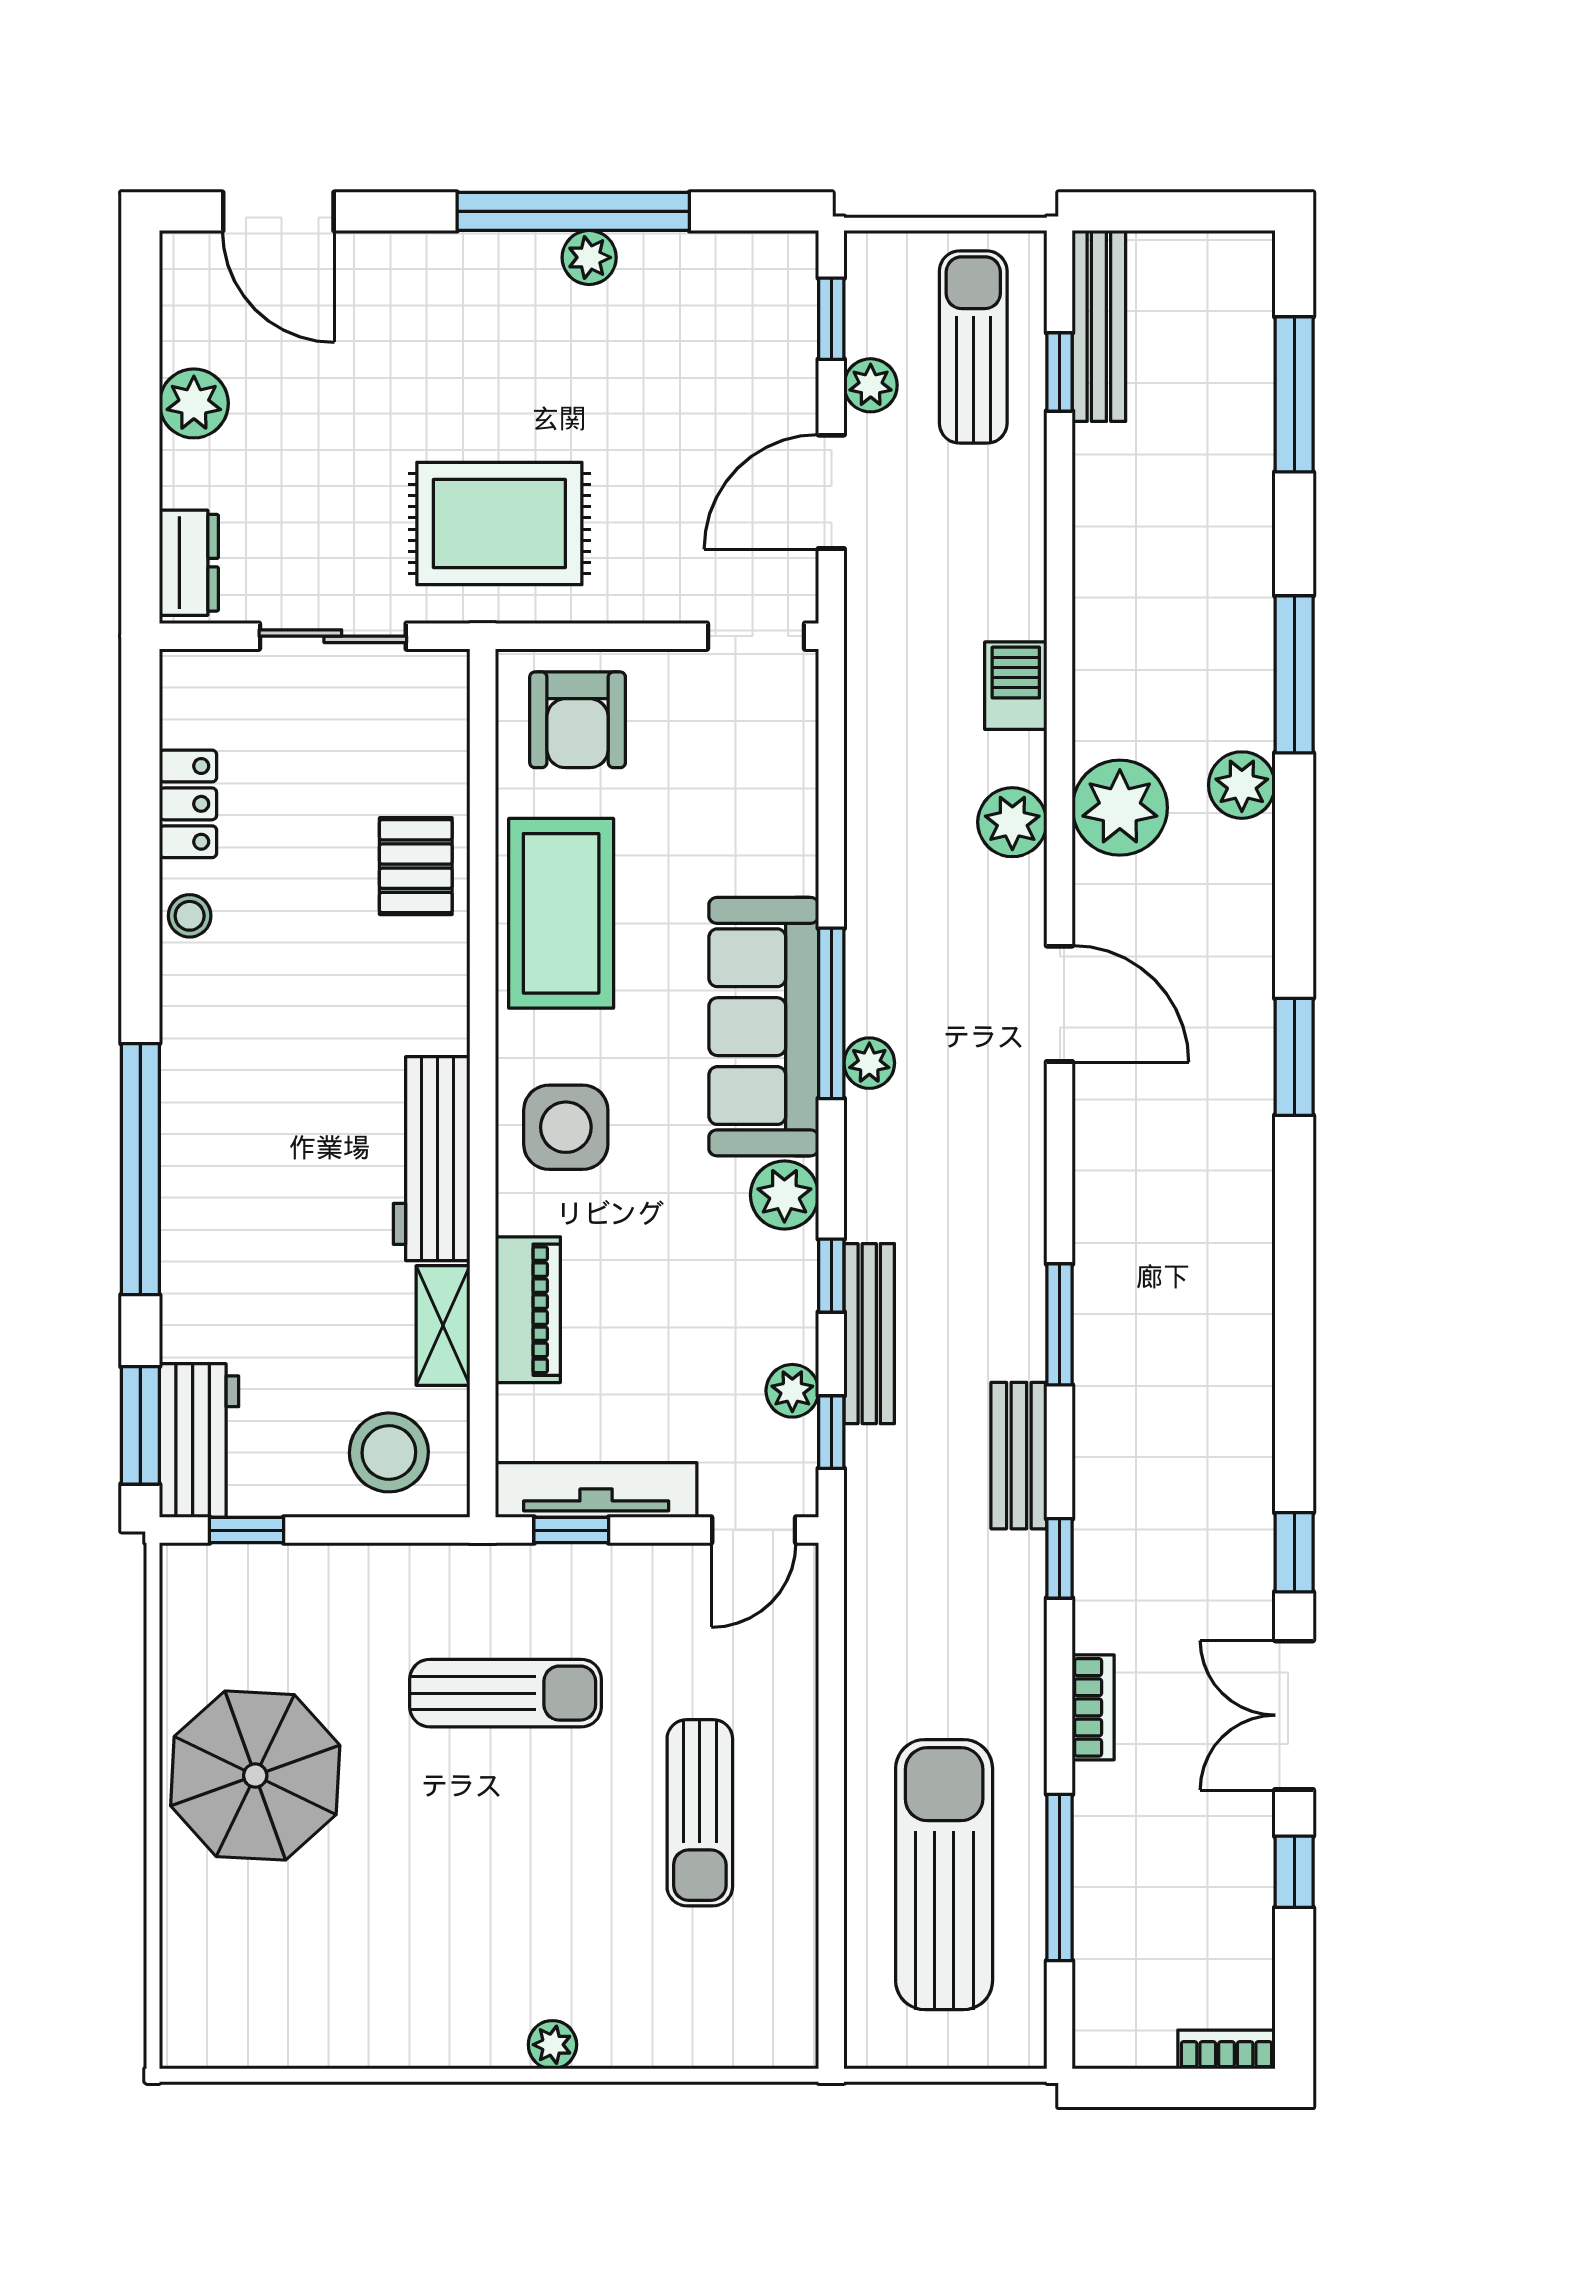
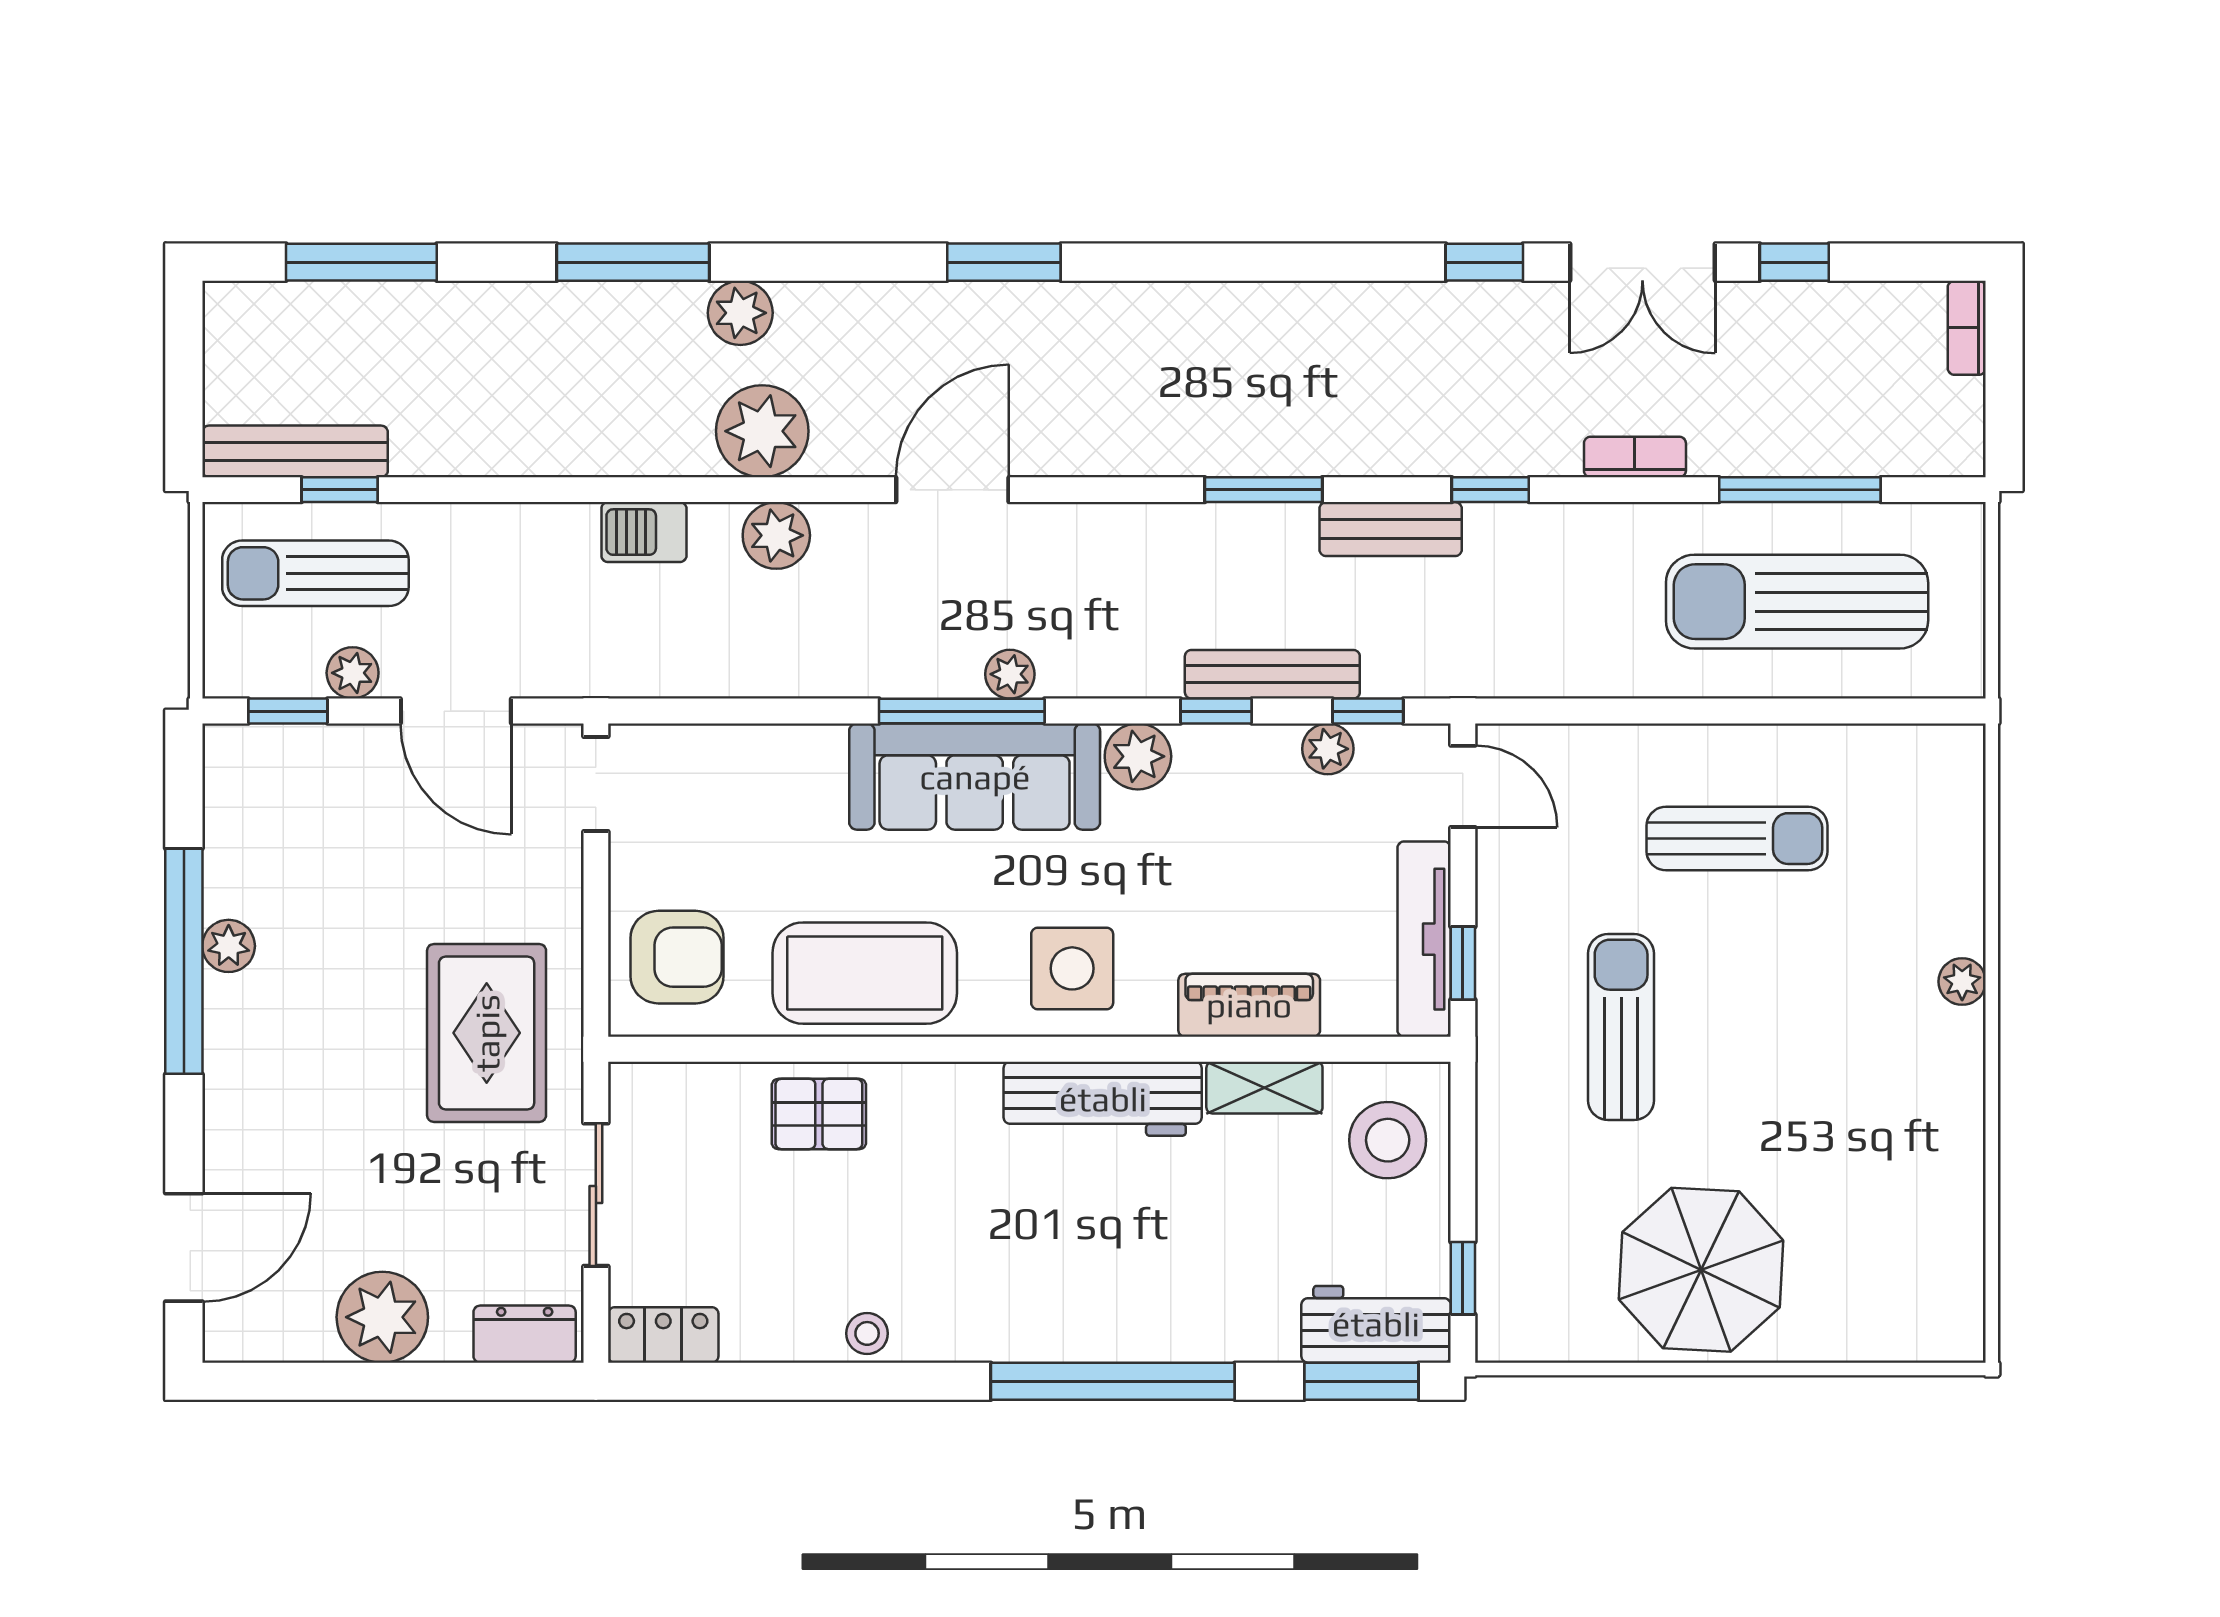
plant: (194, 403) -> (382, 1317), width x1.36, depth x1.36
locker: (188, 804) -> (663, 1335), moved

